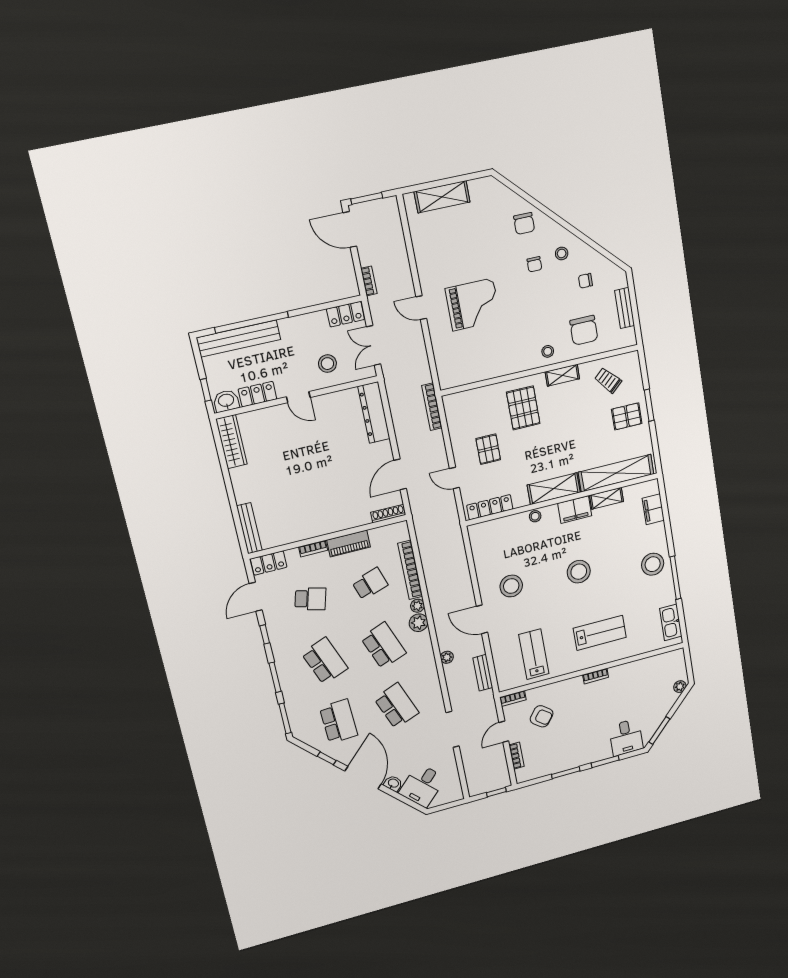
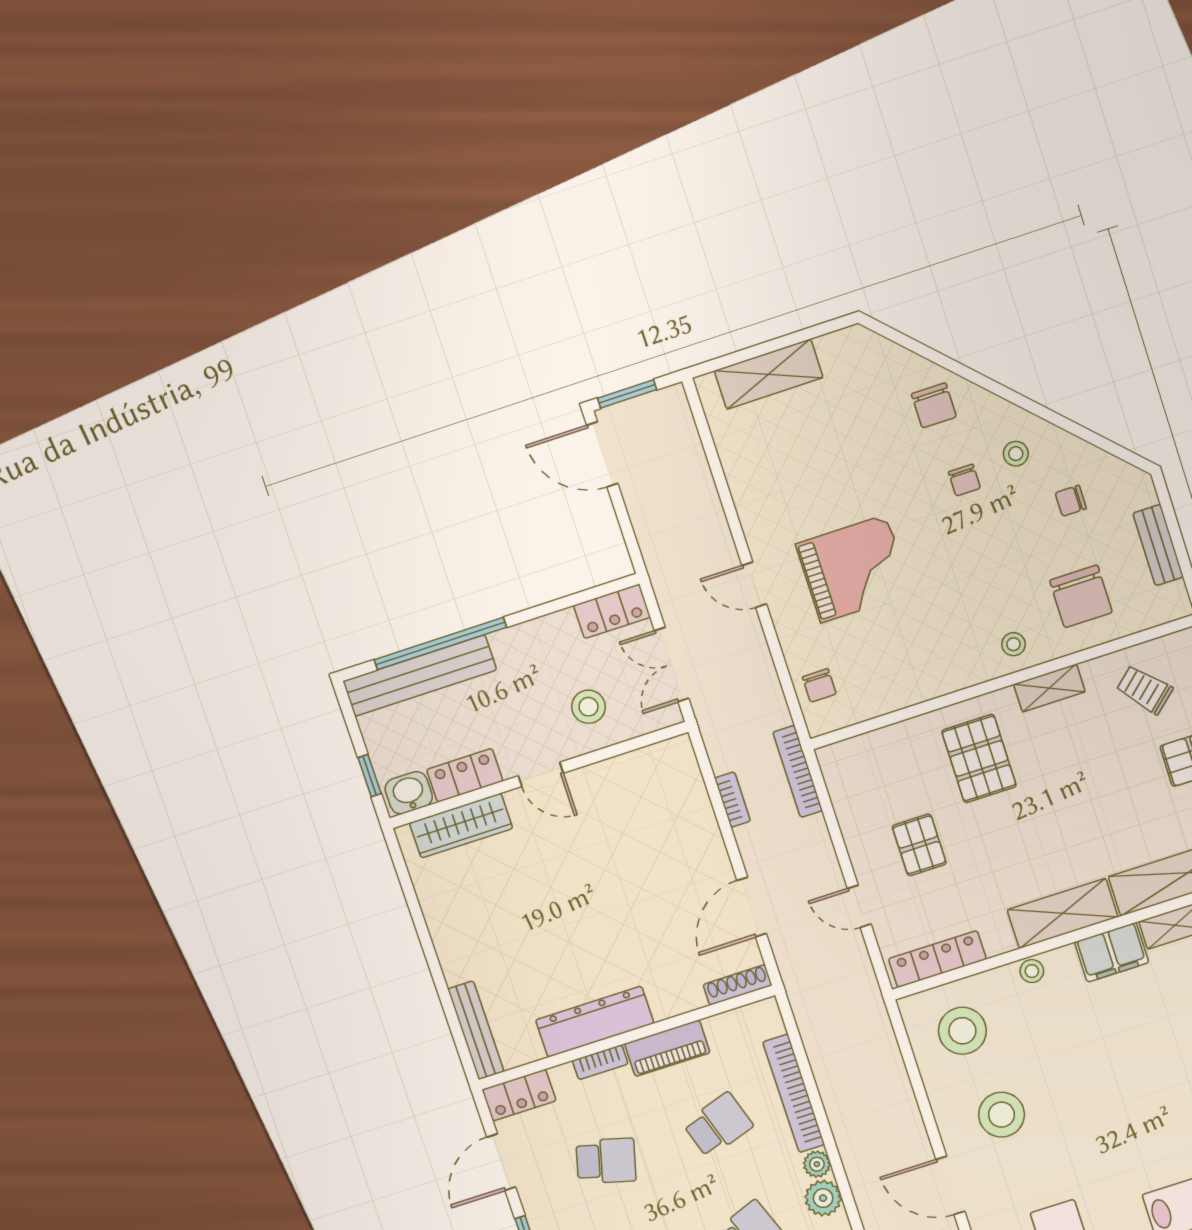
bookcase: (369, 281) -> (733, 800), moved
chair: (448, 363) -> (819, 685), added
dresser: (374, 413) -> (595, 1022), moved, turned 90
wardrobe: (231, 442) -> (461, 826), moved, turned 90
stool: (579, 572) -> (962, 1031), moved

